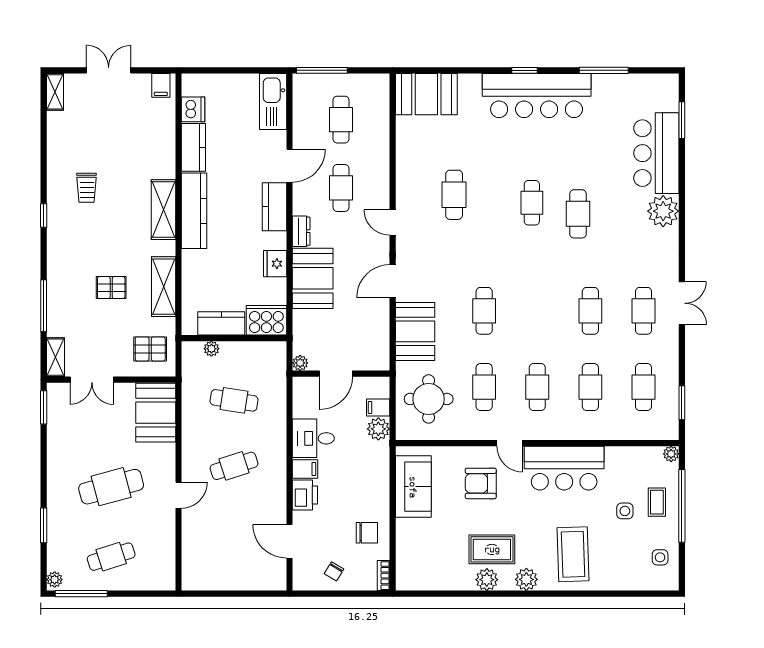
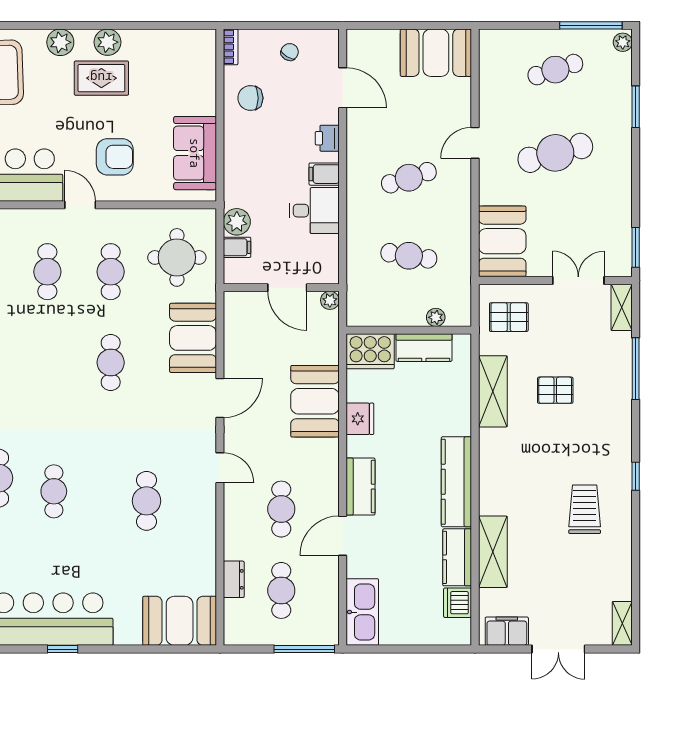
filing cabinet: (161, 85) -> (507, 631), width x2.00
trolley: (87, 188) -> (585, 509), width x1.36, depth x1.39
shelving: (163, 210) -> (493, 552), moved
dresser: (301, 231) -> (234, 579), moved, turned 180
door: (336, 374) -> (287, 288), swing flipped
printer: (305, 495) -> (327, 138), width x0.73, depth x0.81
booth: (211, 571) -> (436, 53), added

